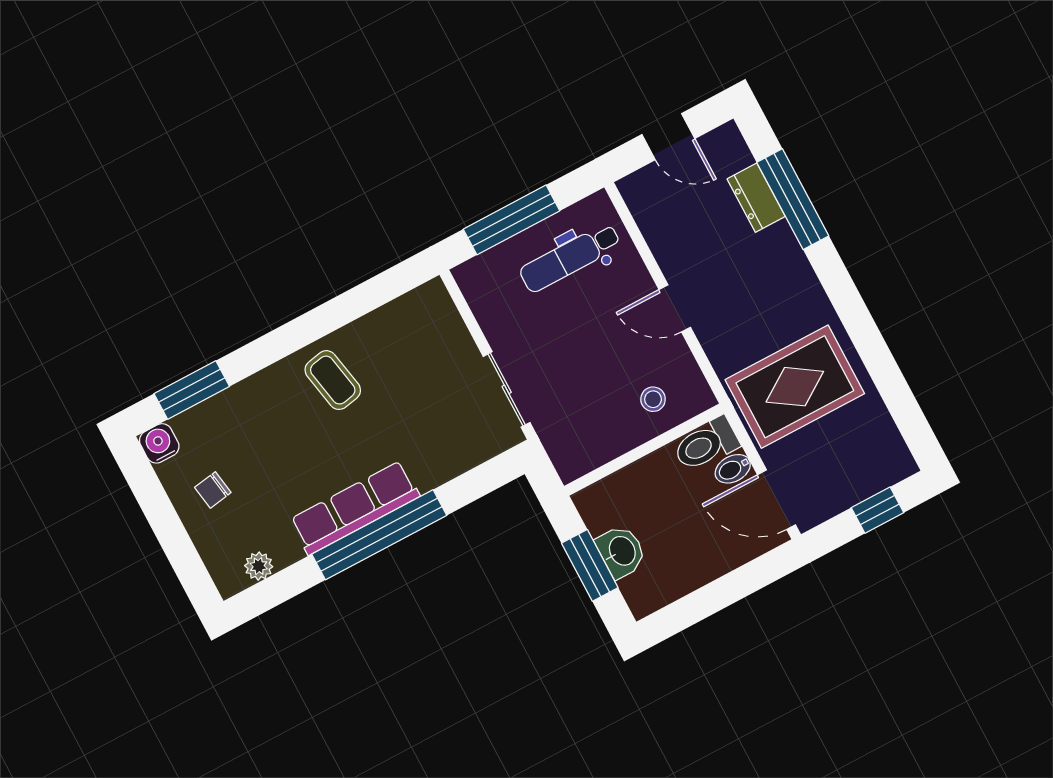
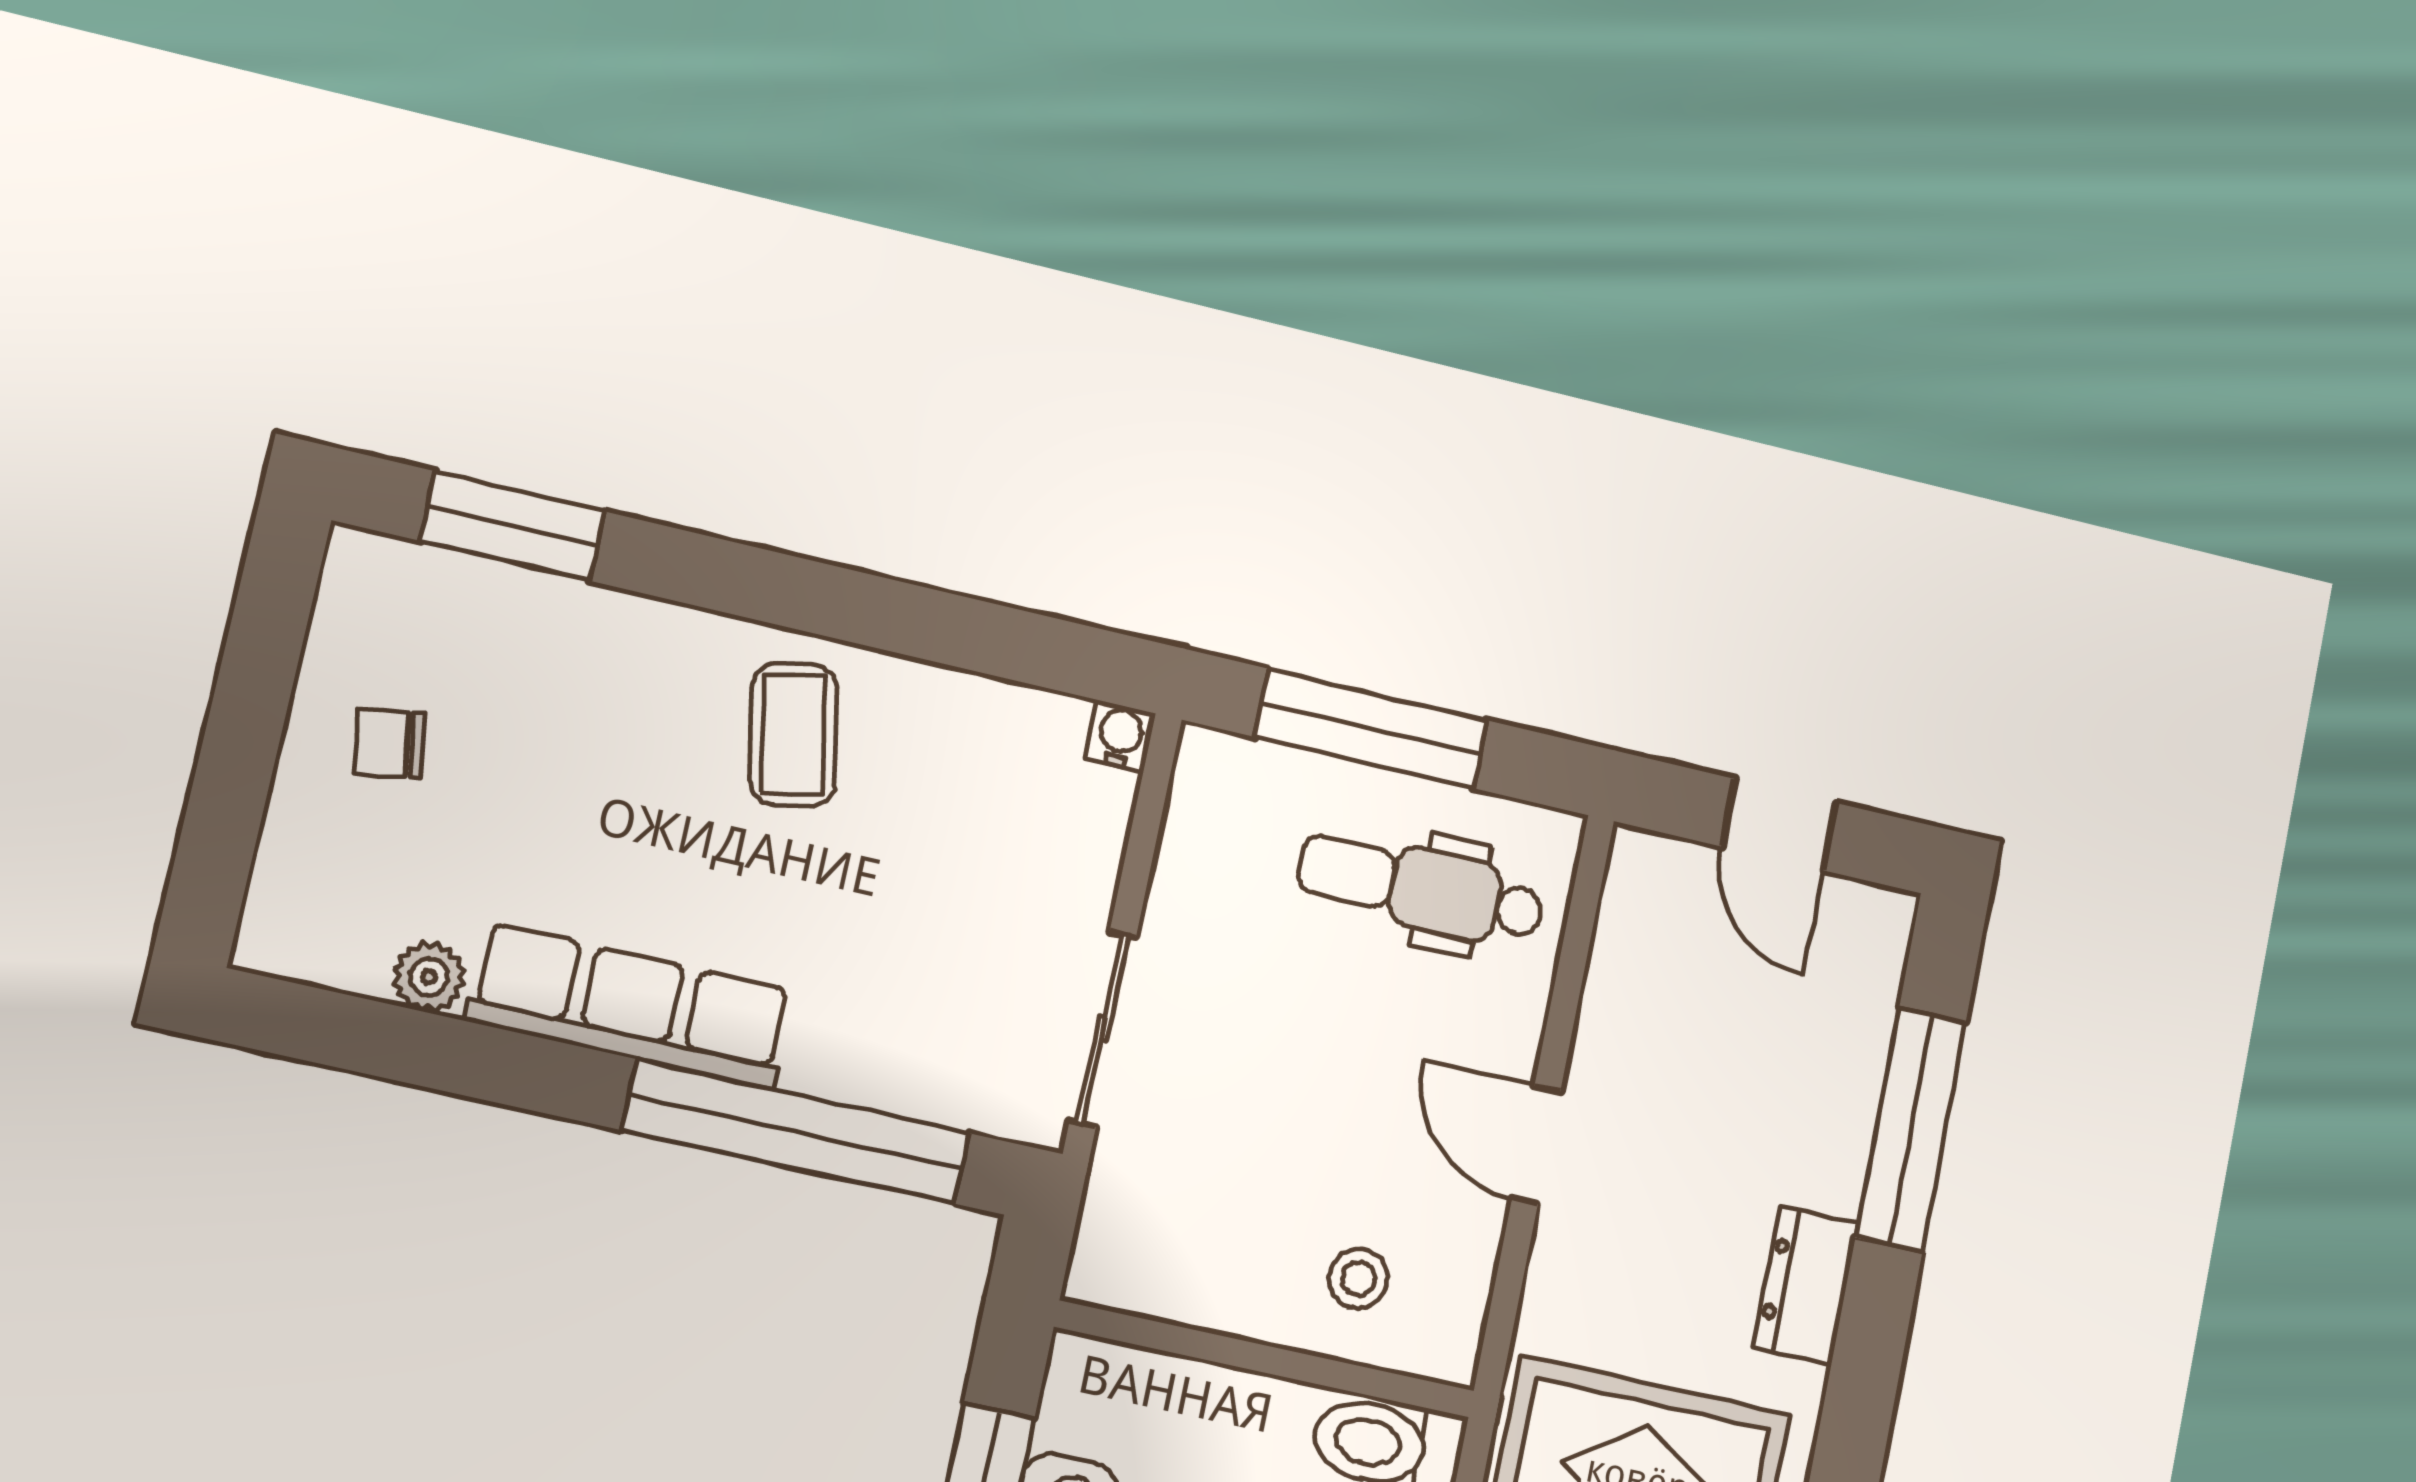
dresser: (756, 198) -> (1806, 1285), moved
water cooler: (159, 443) -> (1120, 736), moved, width x0.72, depth x0.72
window: (379, 535) -> (796, 1132), moved
plant: (259, 566) -> (429, 977), moved

